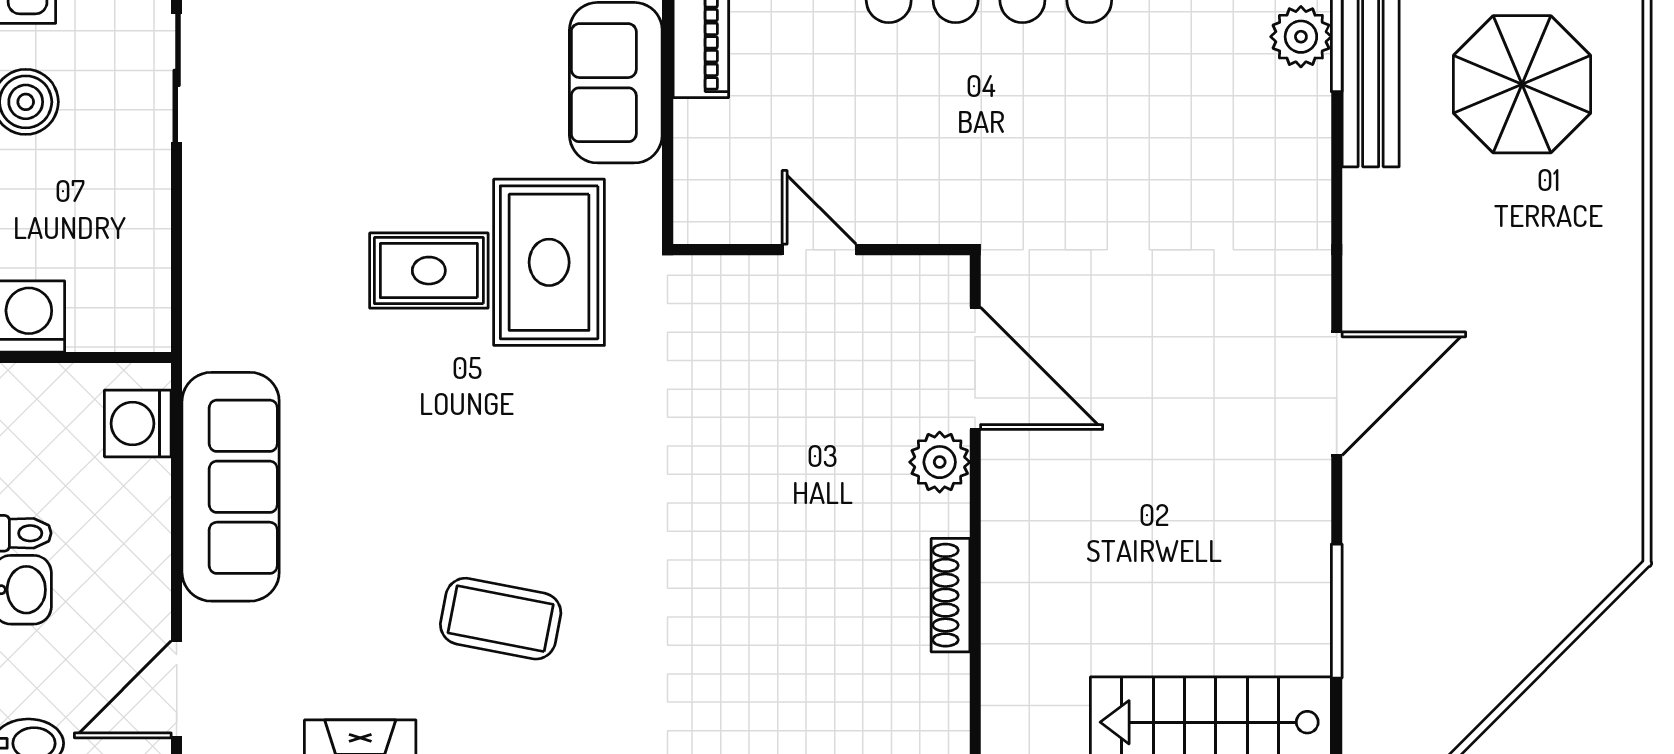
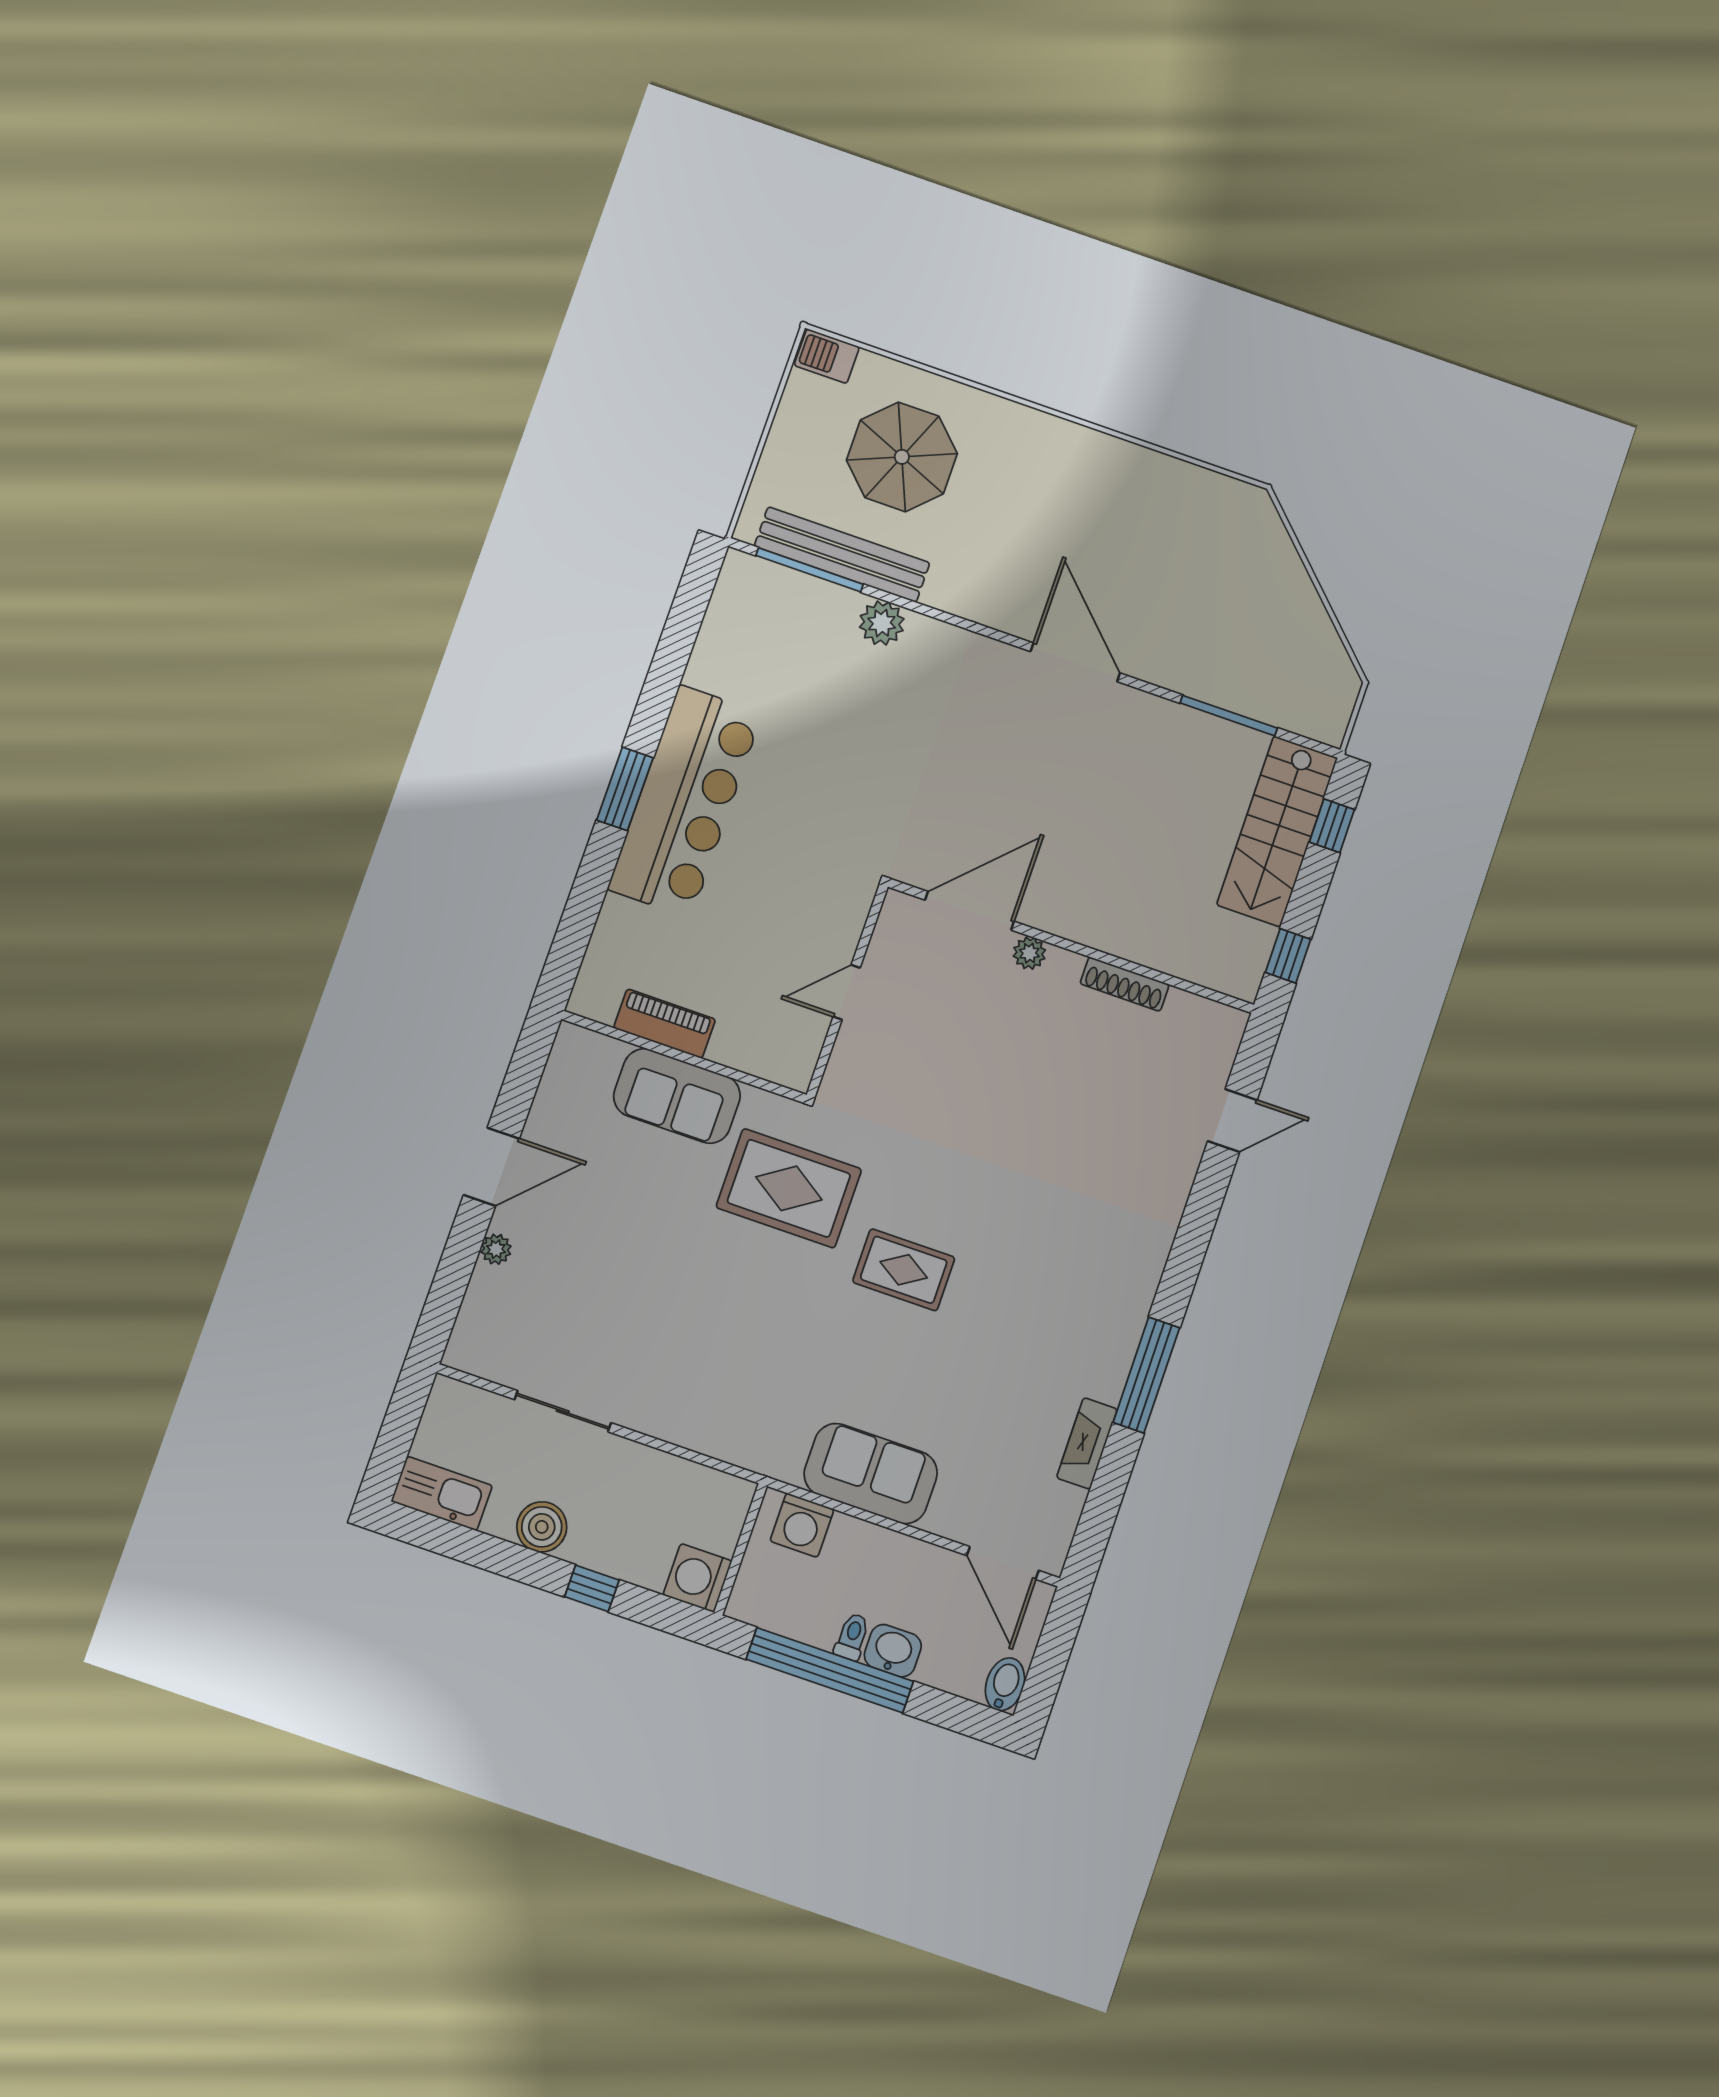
plant: (1301, 37) -> (882, 623), moved
rug: (429, 271) -> (904, 1270), moved, turned 90
plant: (940, 462) -> (1029, 953), width x0.73, depth x0.73
sofa: (231, 487) -> (871, 1474), width x0.73
coffee table: (501, 619) -> (1032, 1311), removed

